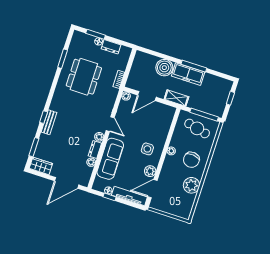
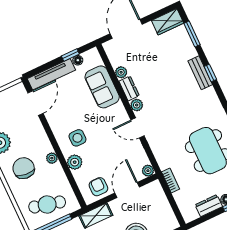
armchair: (161, 112) -> (98, 187), added
sofa: (110, 159) -> (102, 87), width x0.73
plant: (150, 171) -> (75, 162), moved

